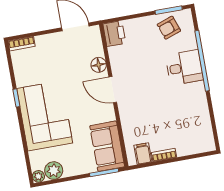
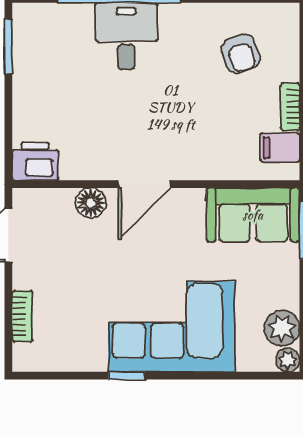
armchair: (169, 28) -> (241, 54), moved
bookcase: (22, 44) -> (22, 316), moved

